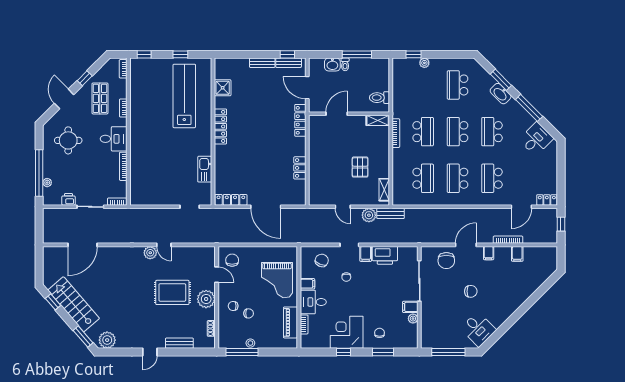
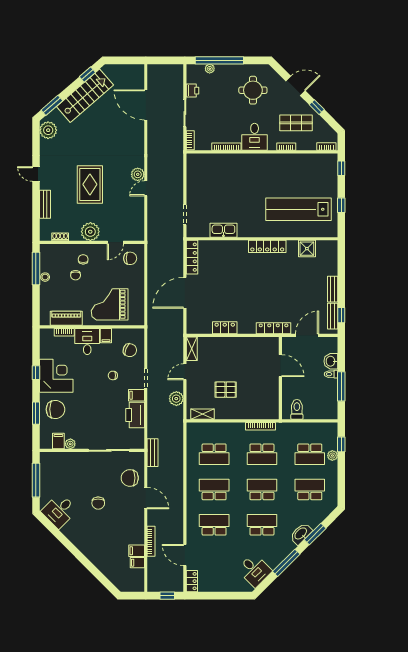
school desk: (423, 85) -> (310, 454), added
lab bench: (184, 96) -> (299, 209), turned 180
shelving: (378, 120) -> (192, 349), moved
bench: (391, 213) -> (153, 453), moved
filing cabinet: (489, 253) -> (137, 563), moved
rug: (172, 292) -> (90, 184), moved
filing cabinet: (410, 307) -> (58, 441), moved
chair: (380, 333) -> (55, 409), width x1.87, depth x1.87

